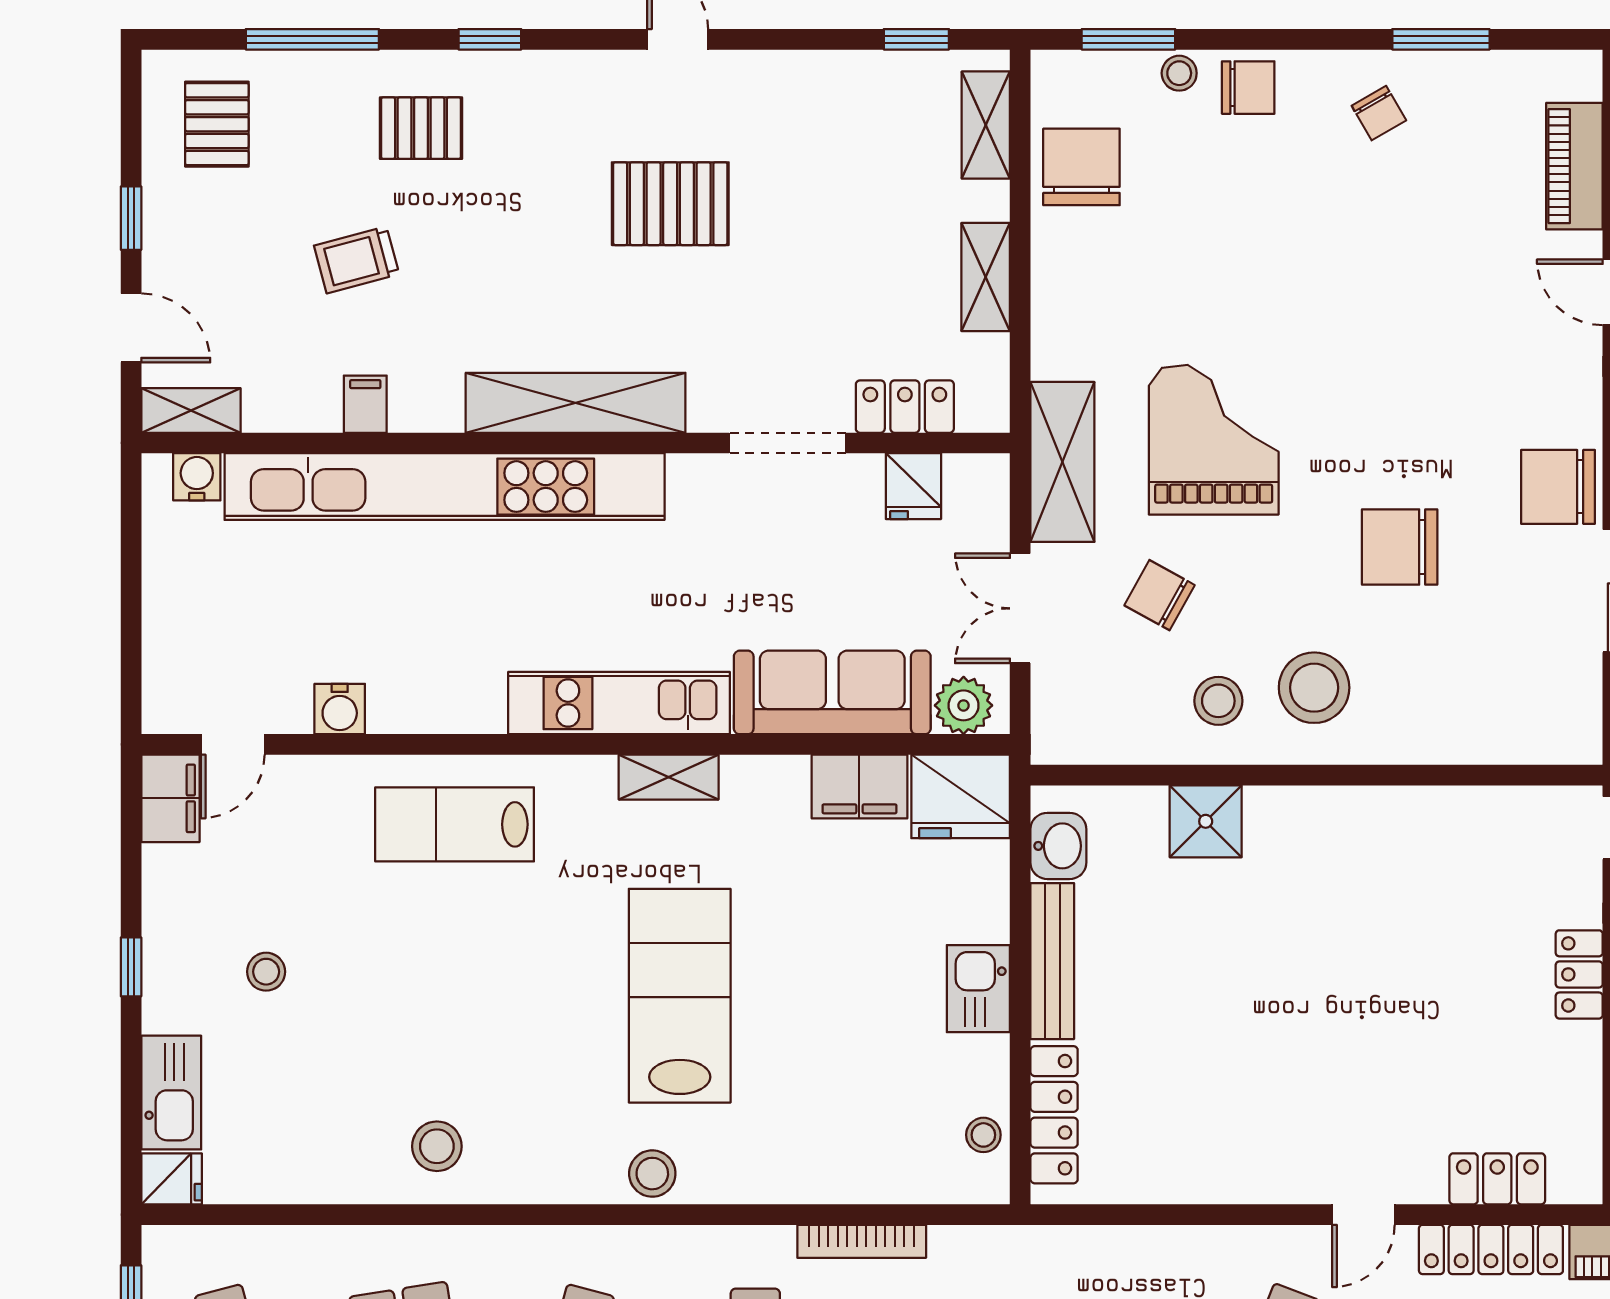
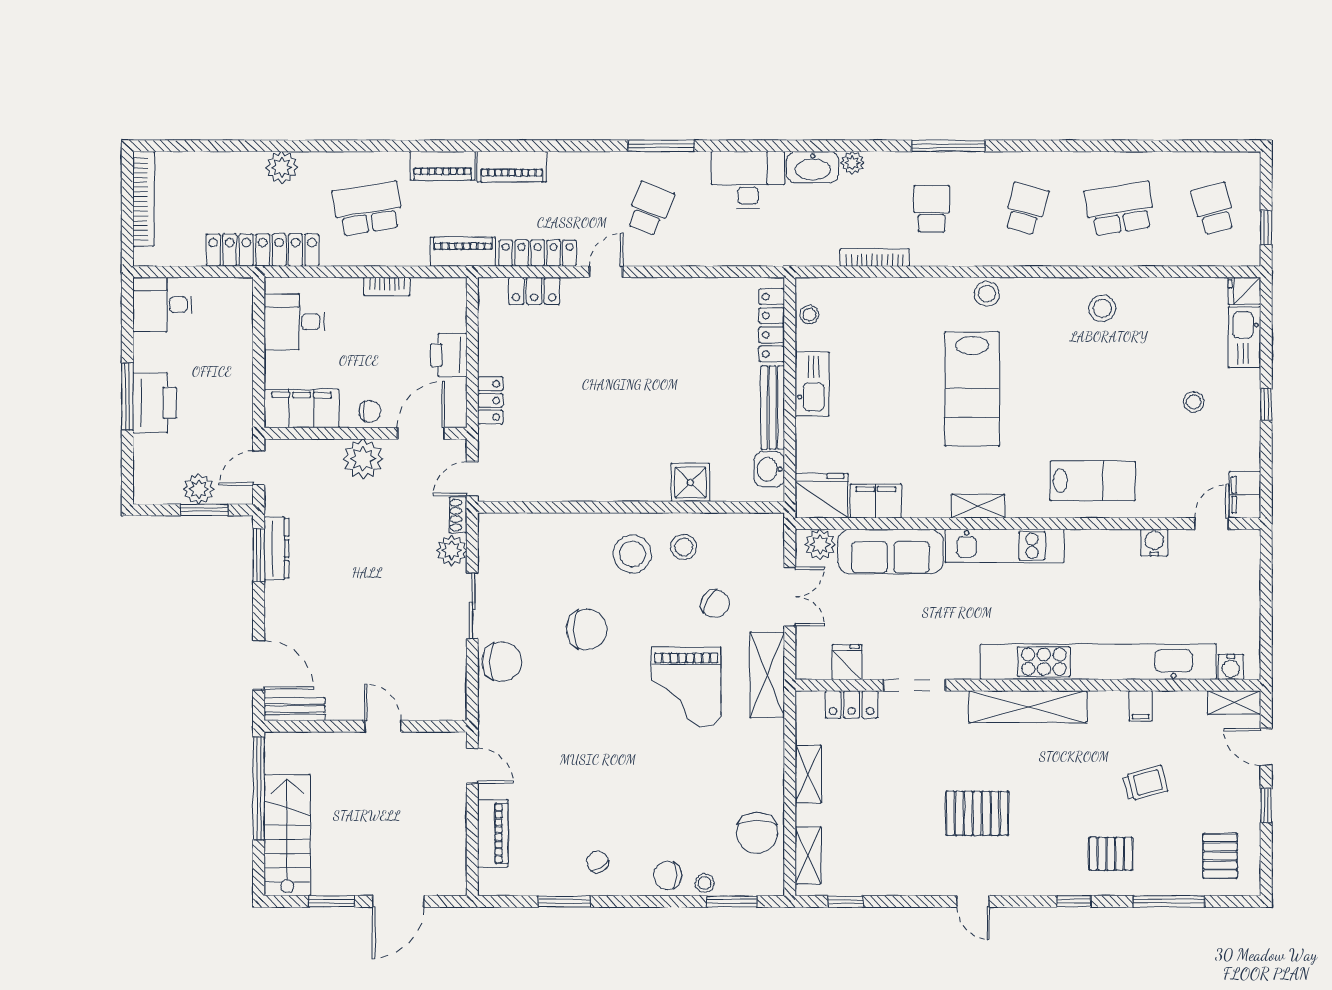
kitchen sink: (978, 989) -> (812, 384), width x1.38

